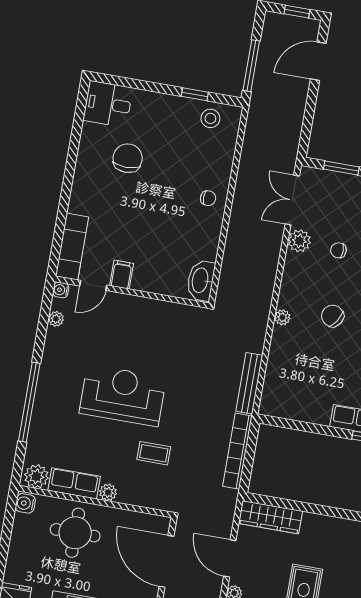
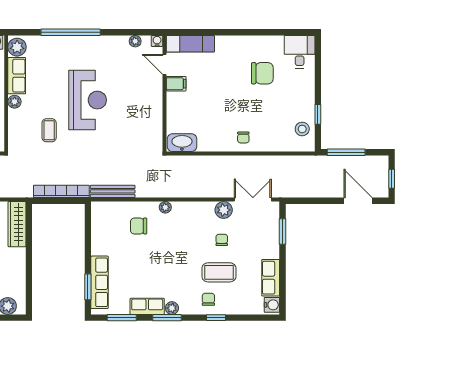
chair: (333, 316) -> (139, 226), moved, turned -123

